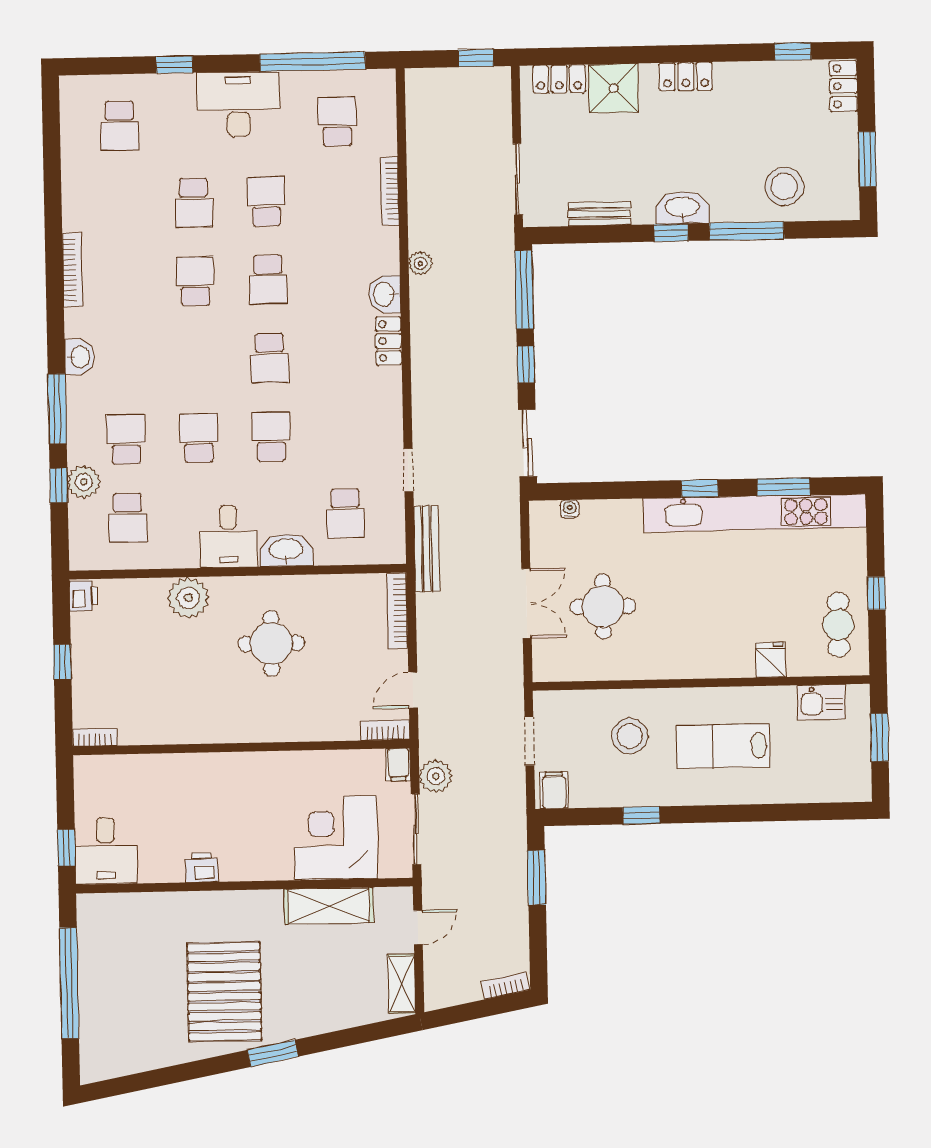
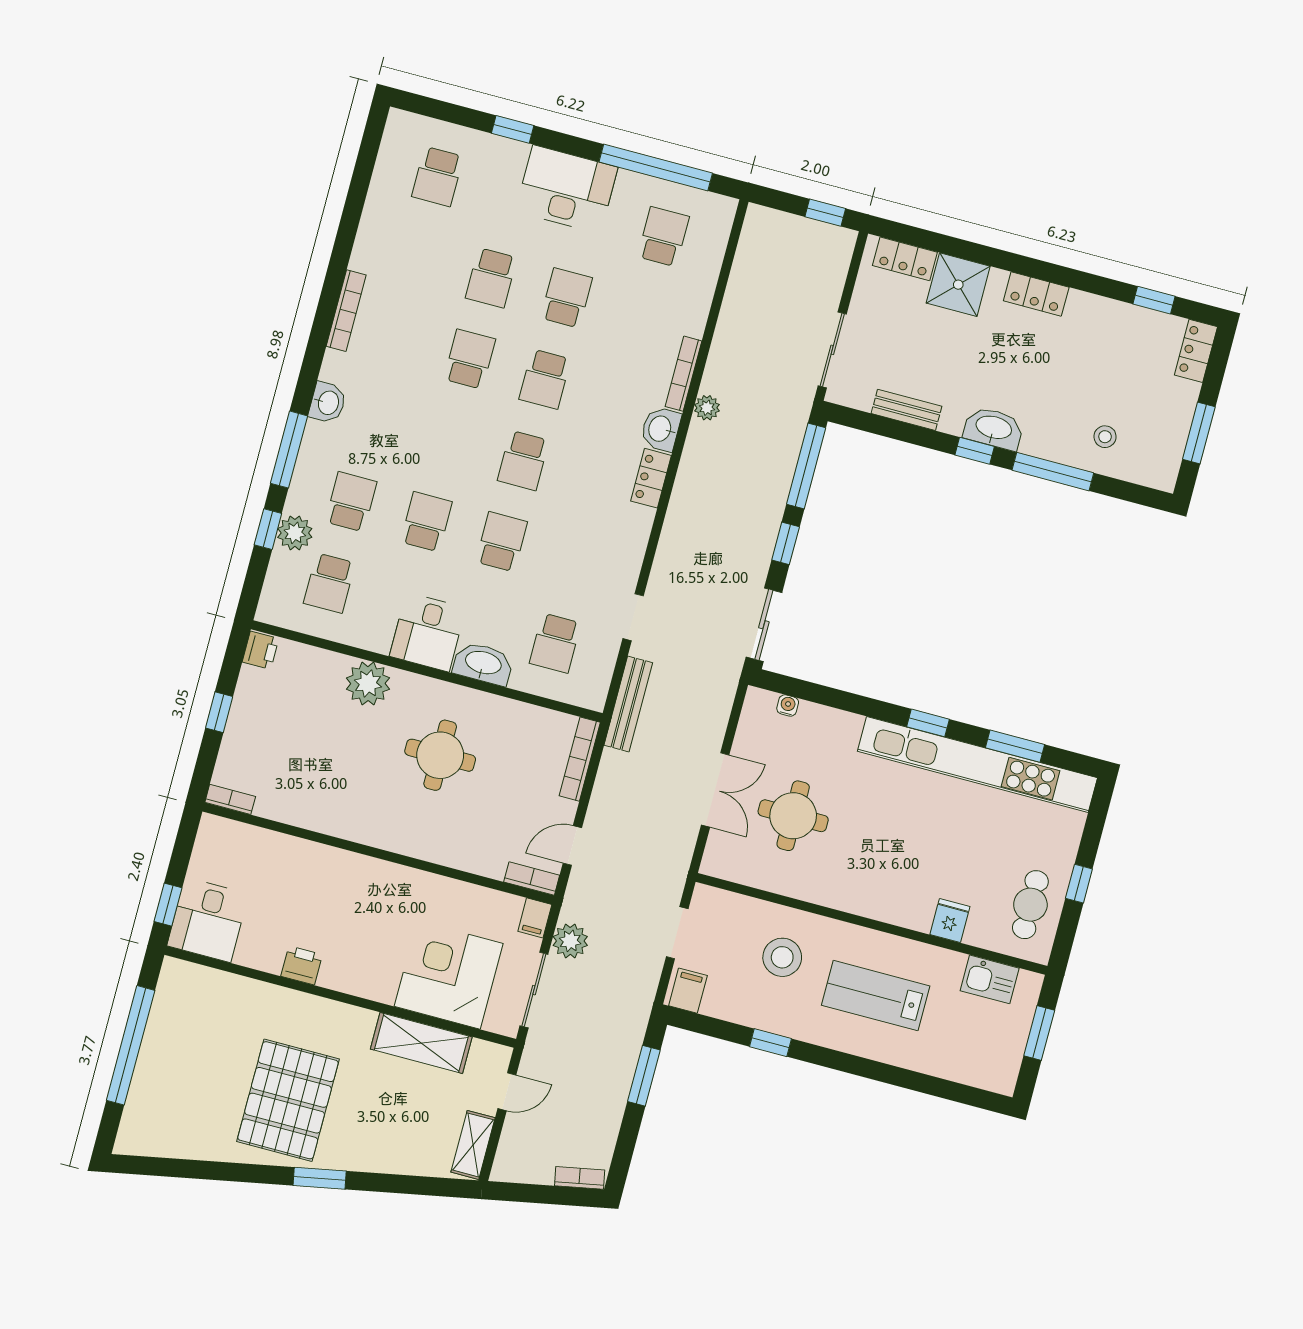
stool: (784, 186) -> (1105, 437), width x0.53, depth x0.53
bookcase: (390, 191) -> (683, 374), moved

